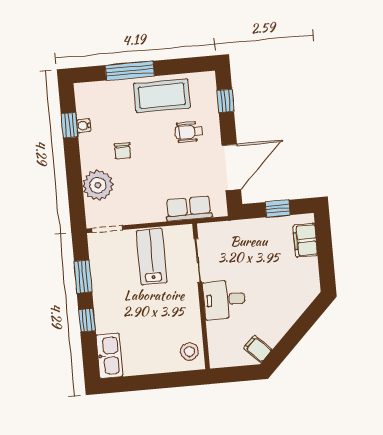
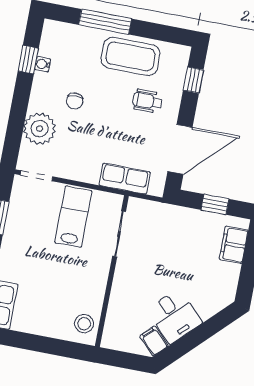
desk: (224, 300) -> (174, 316), moved, turned -135

